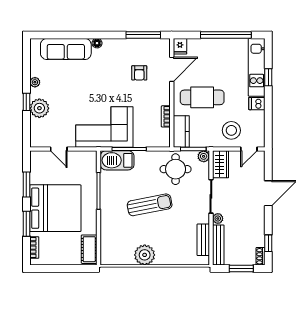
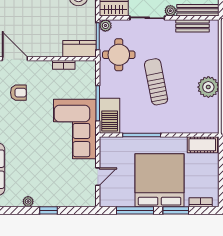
cafe table: (202, 97) -> (44, 27), removed
plant: (39, 108) -> (55, 197), removed
window: (26, 185) -> (135, 210), width x1.44

